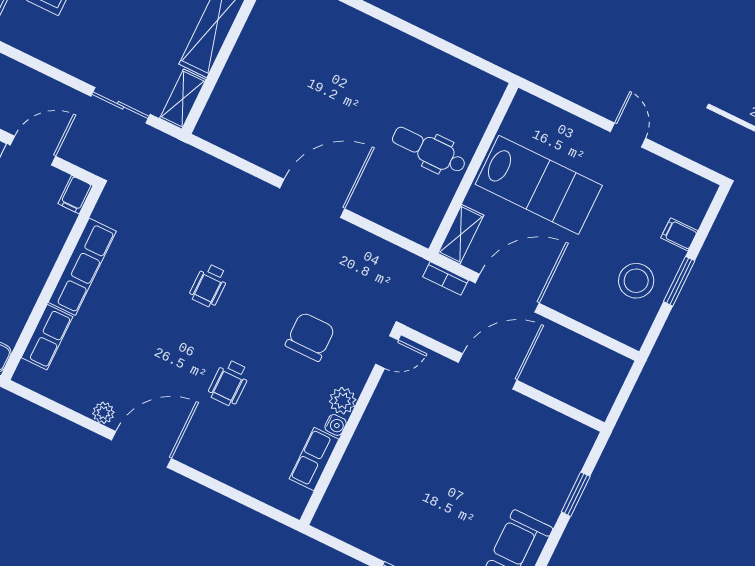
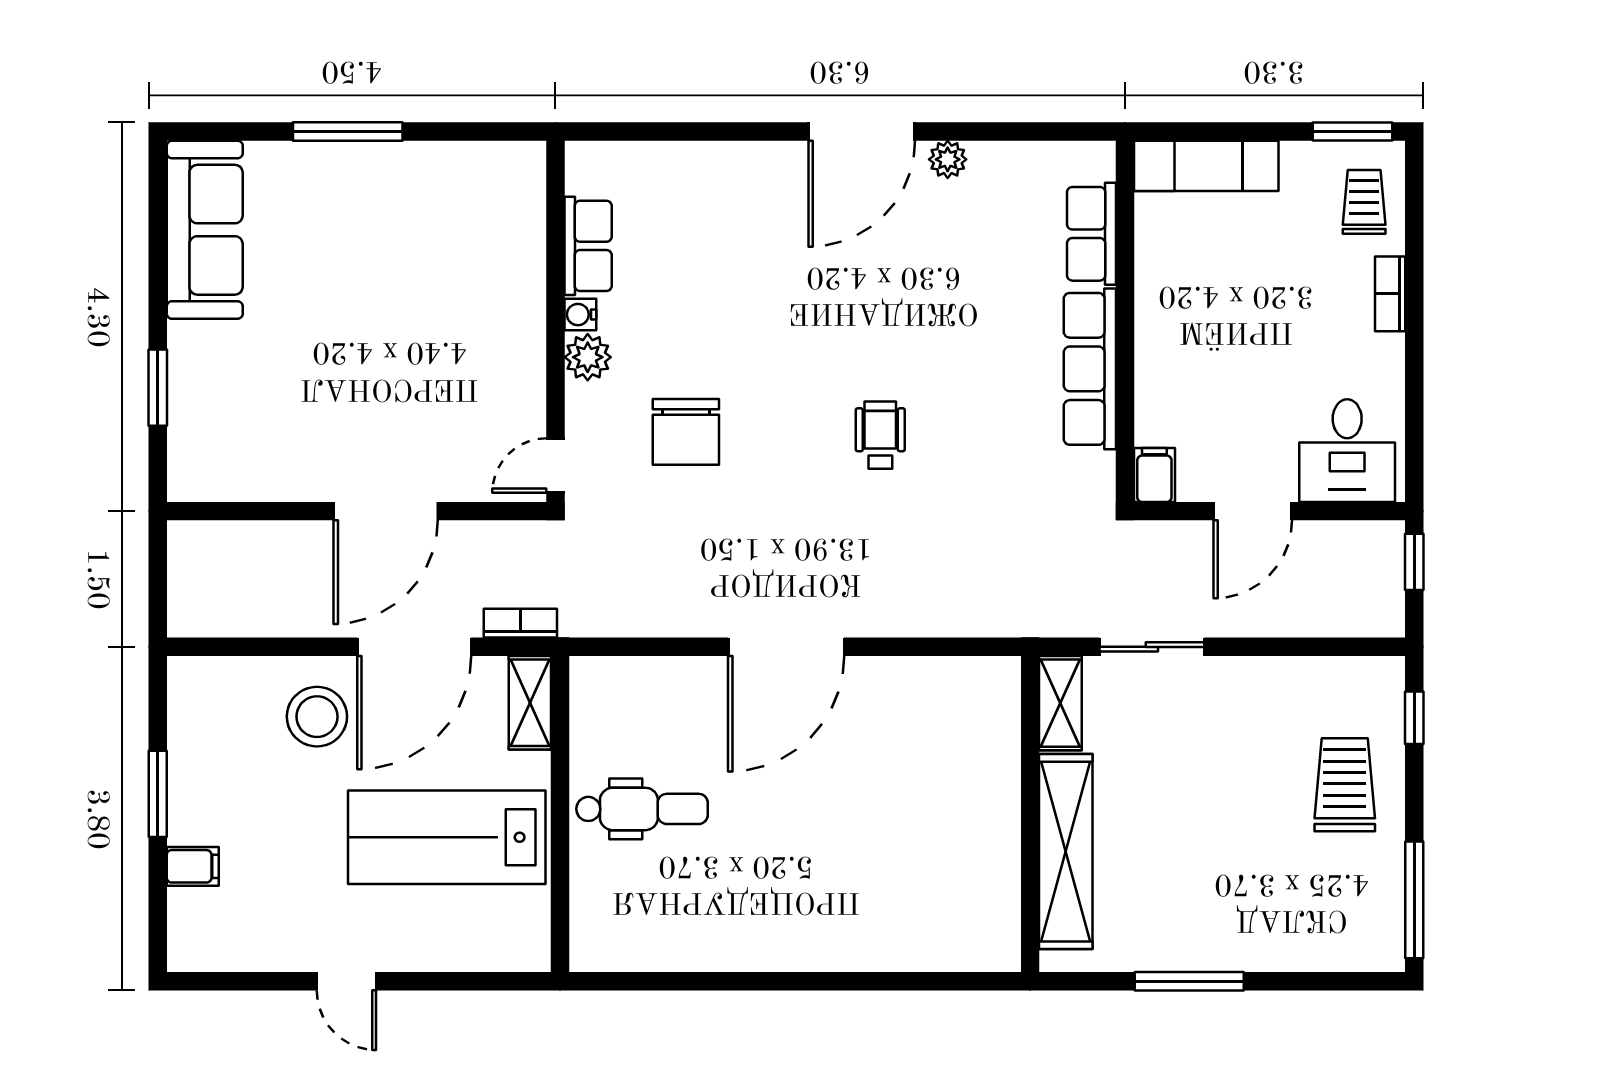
stool: (636, 281) -> (317, 717), moved
wheelchair: (229, 383) -> (776, 300), removed

